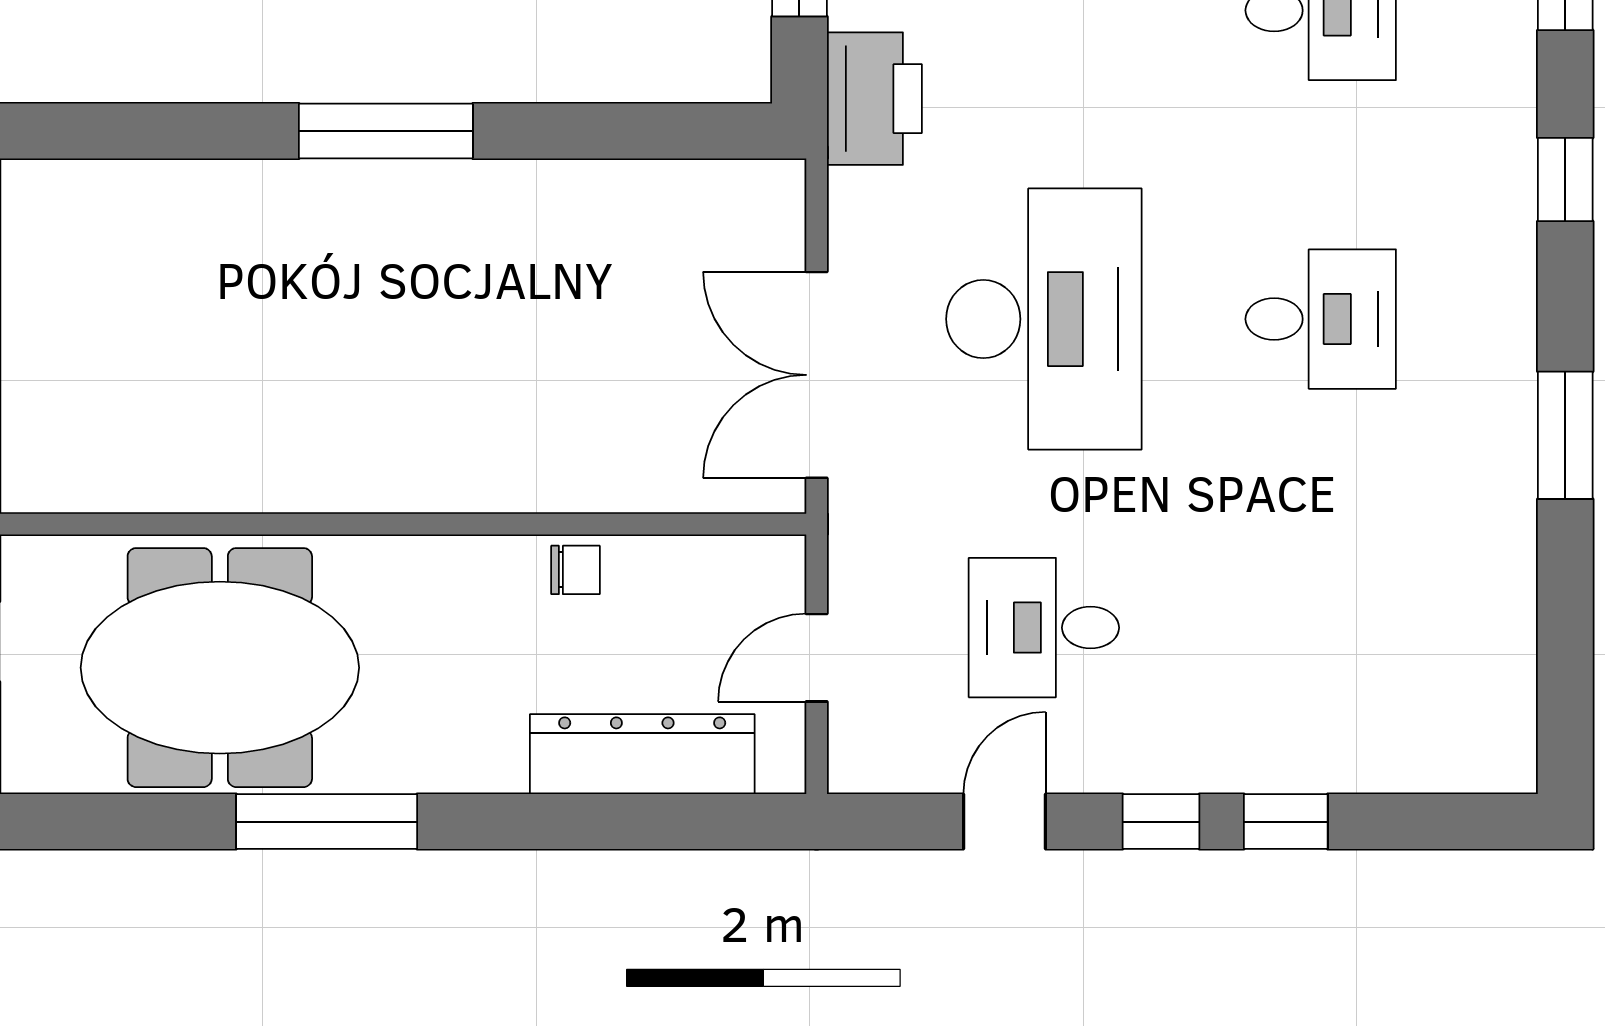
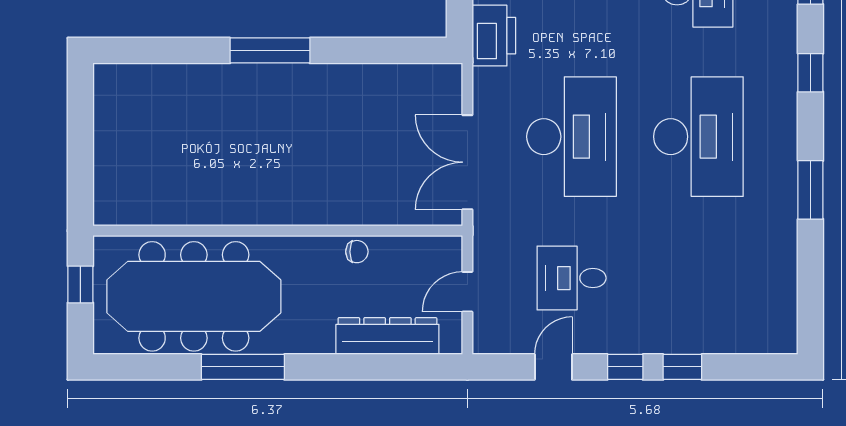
desk: (1321, 319) -> (698, 137), width x1.87, depth x1.30
meeting table: (220, 668) -> (194, 296), width x1.36

